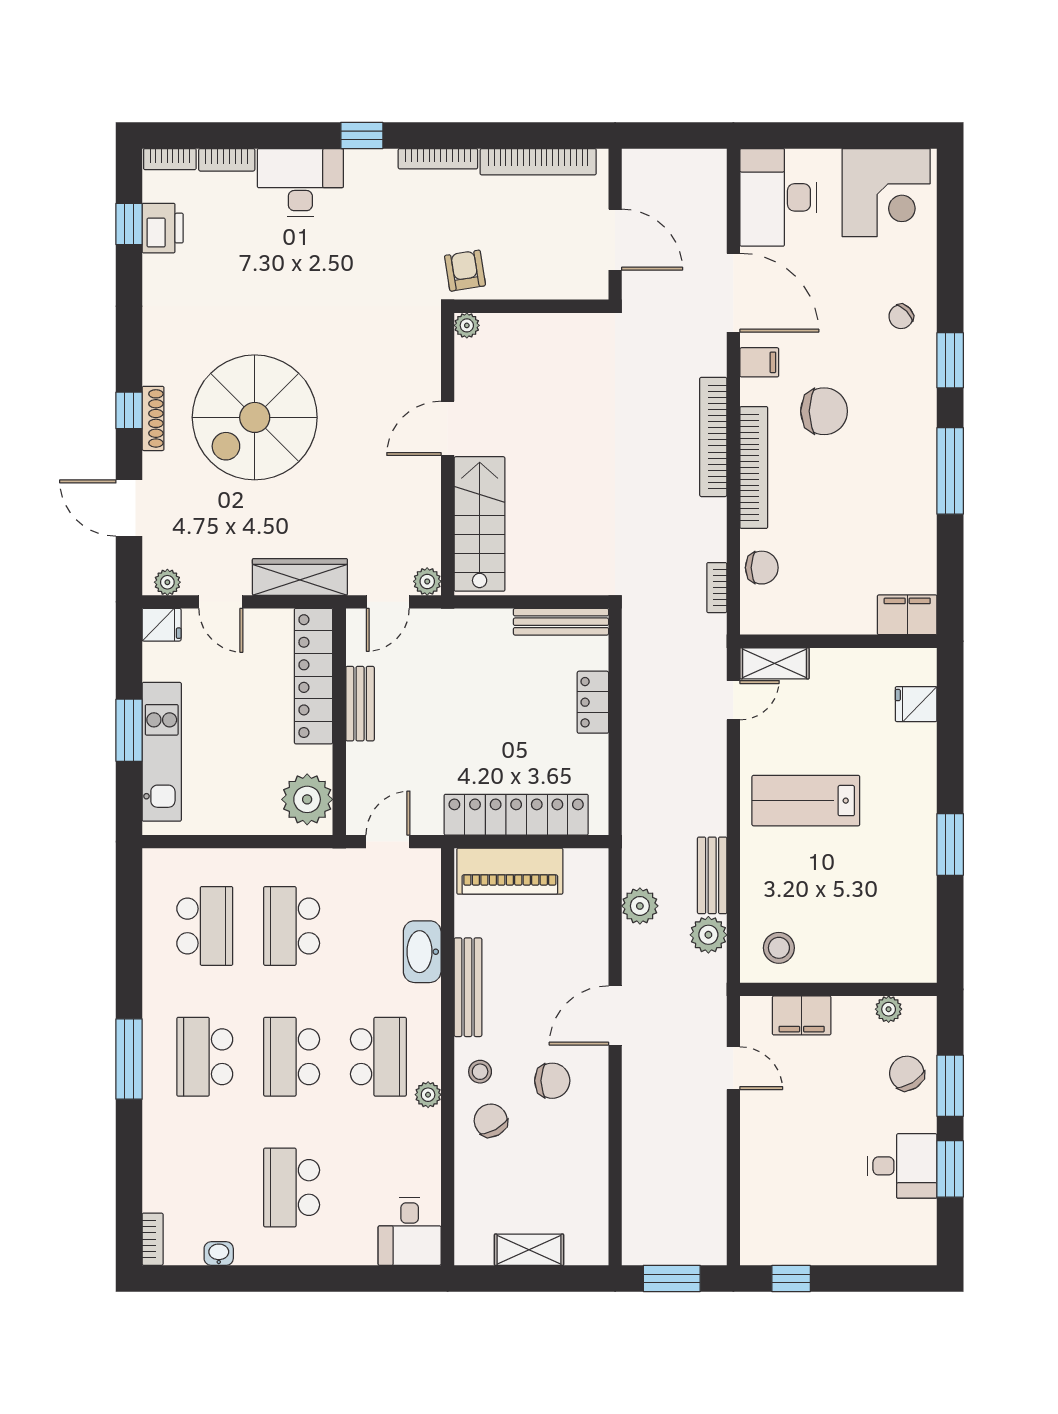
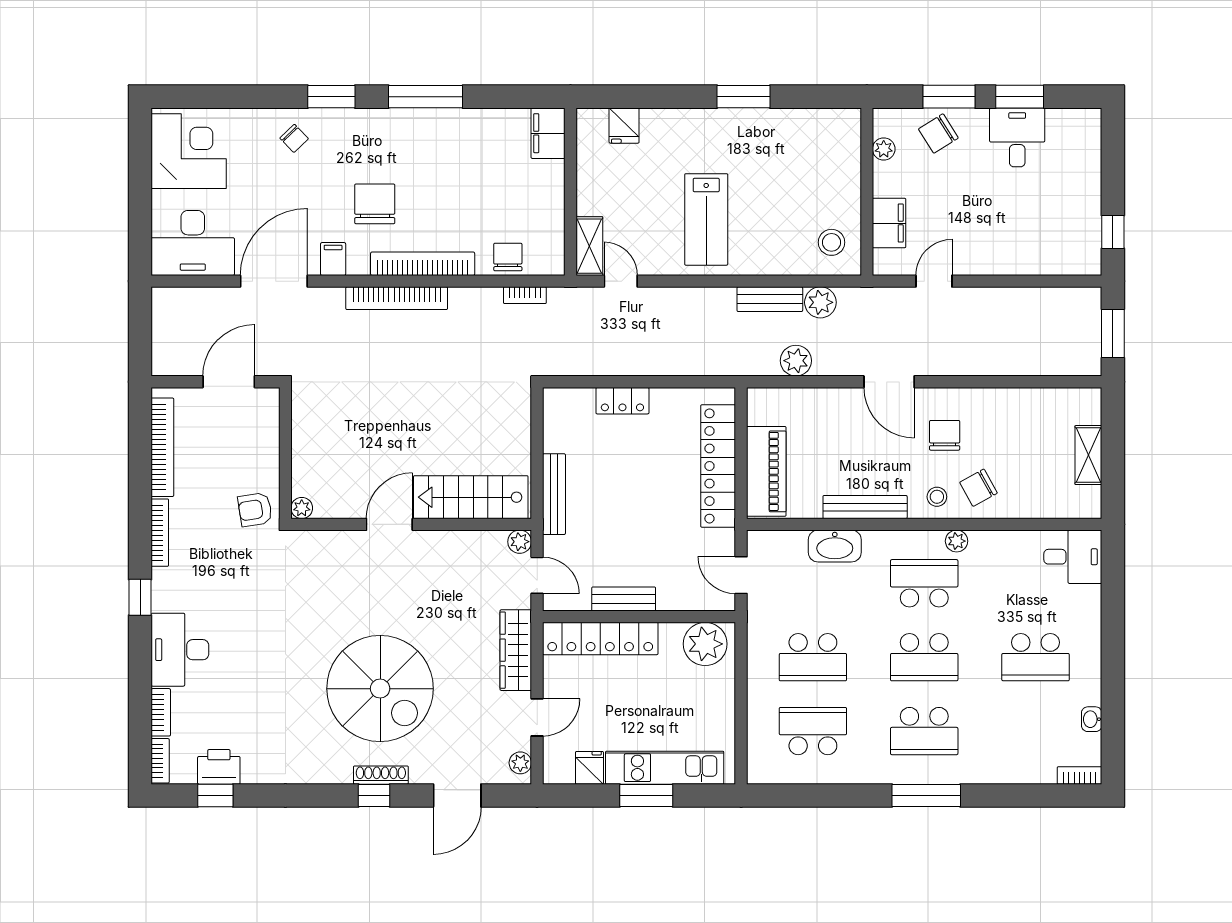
door: (448, 428) -> (389, 524), swing flipped
bench: (561, 622) -> (554, 494), moved
fridge: (162, 625) -> (589, 768), moved

